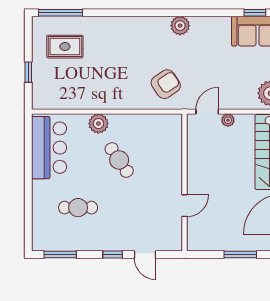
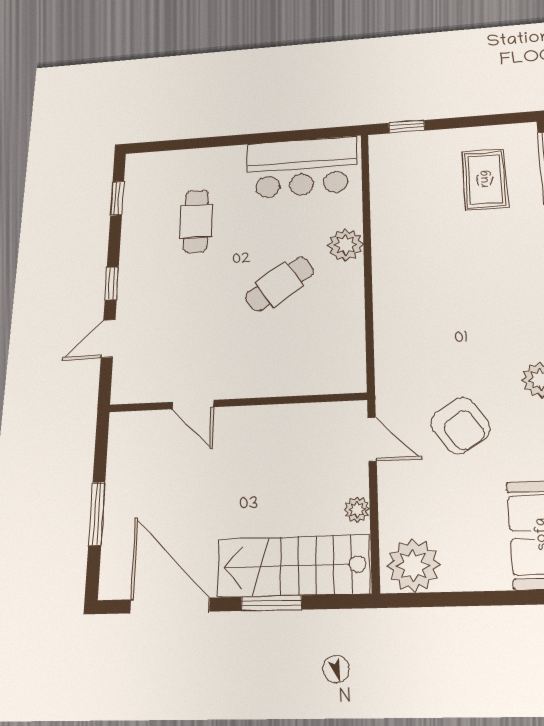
window: (28, 72) -> (407, 127), moved
armchair: (166, 84) -> (460, 426), moved
plant: (228, 120) -> (357, 510), moved
window: (60, 254) -> (117, 198), width x0.67

